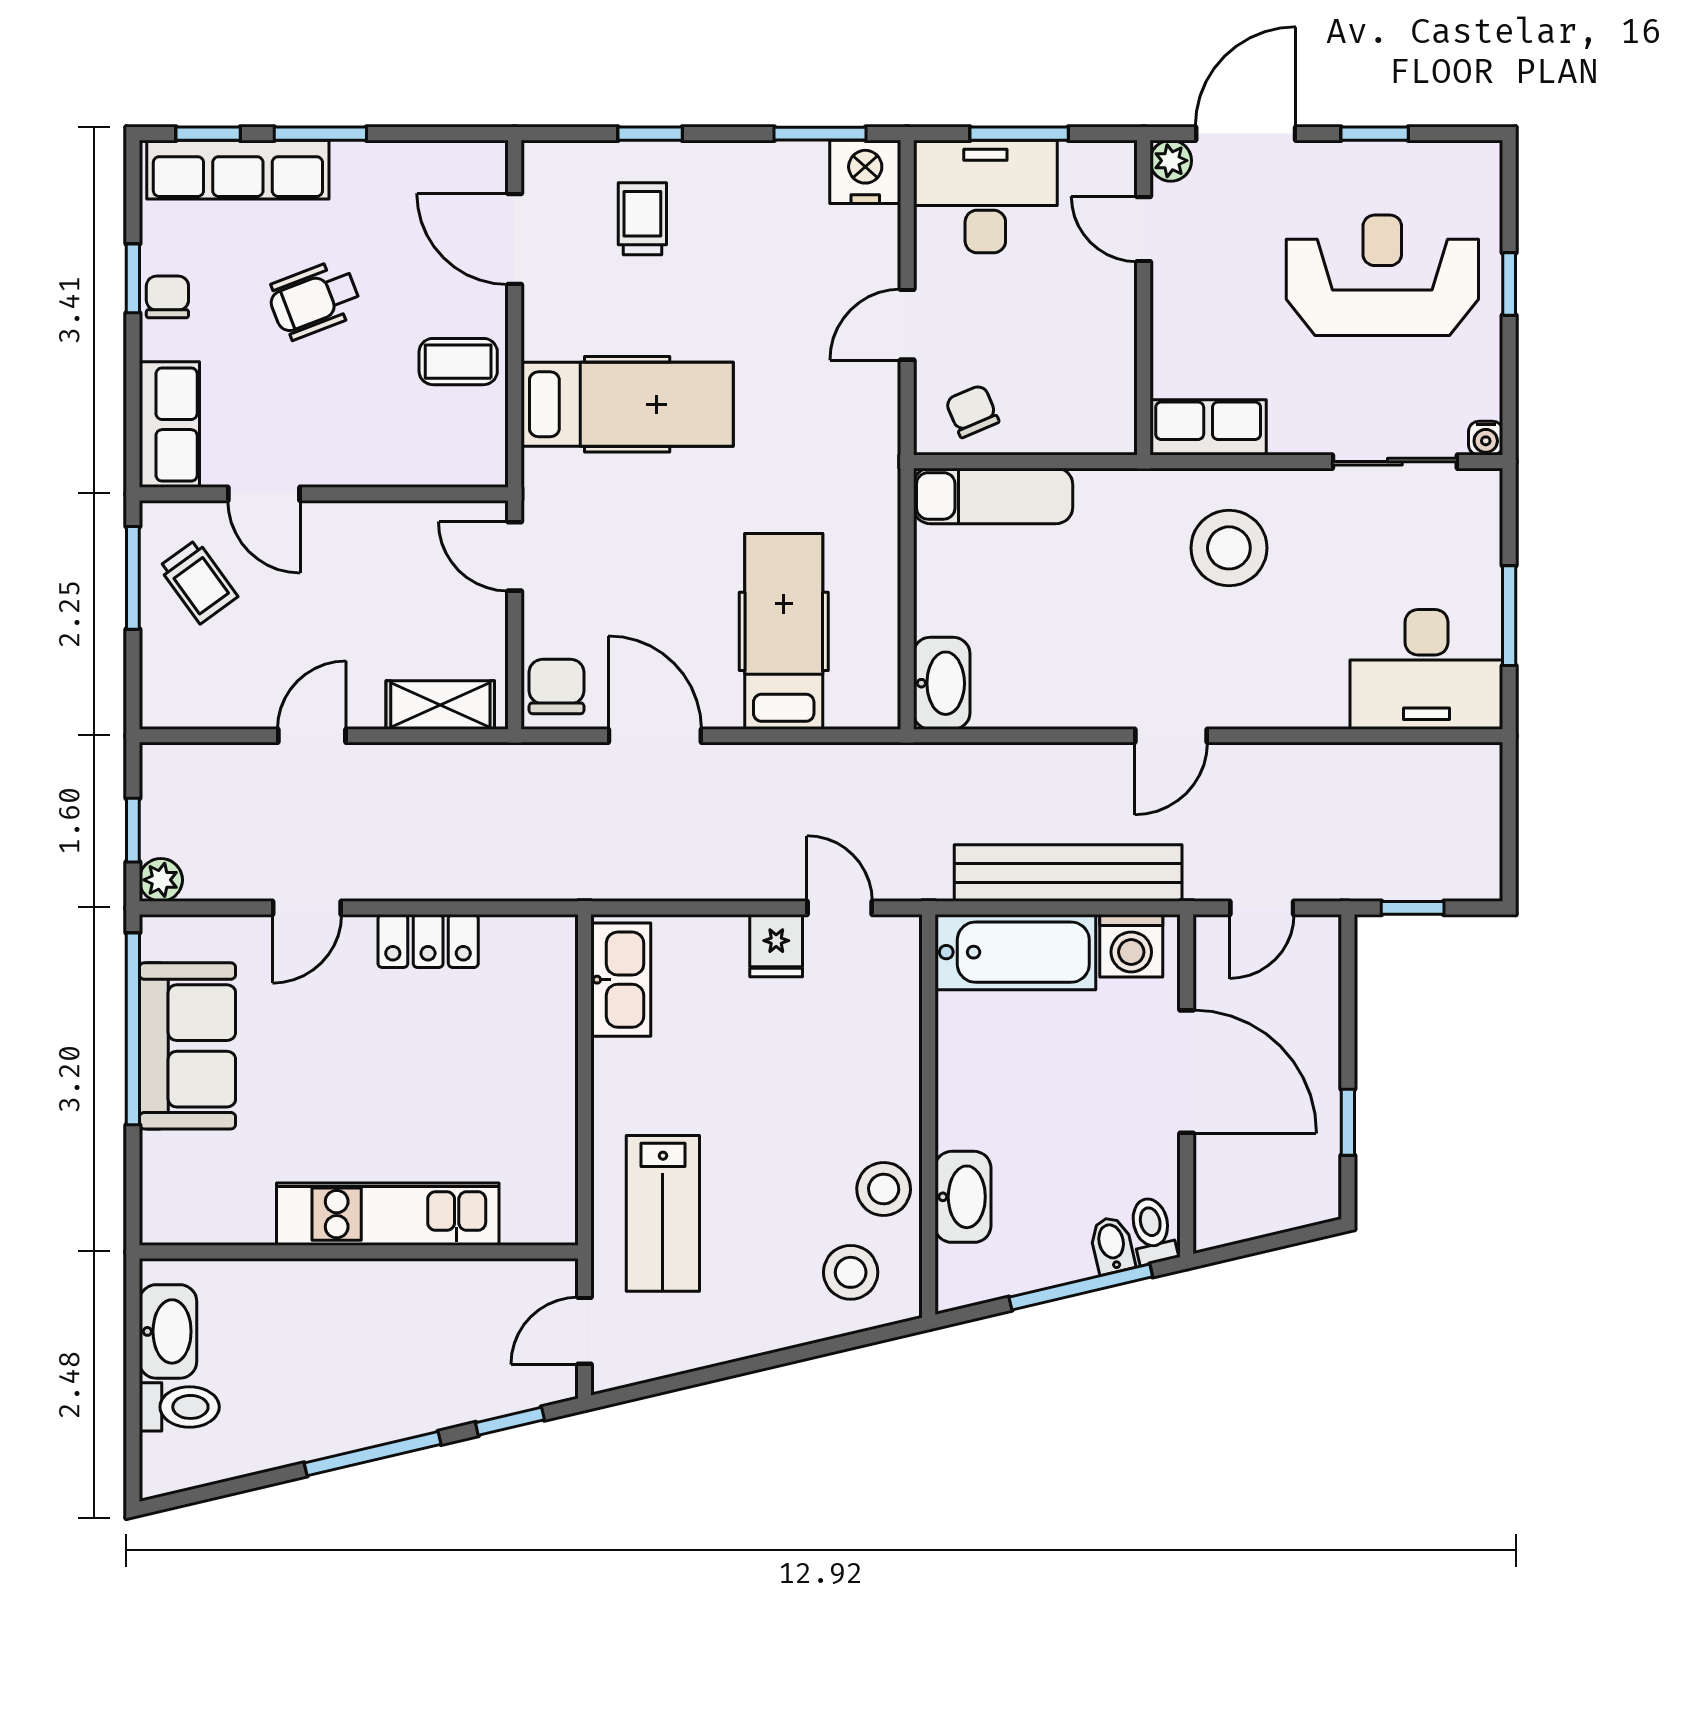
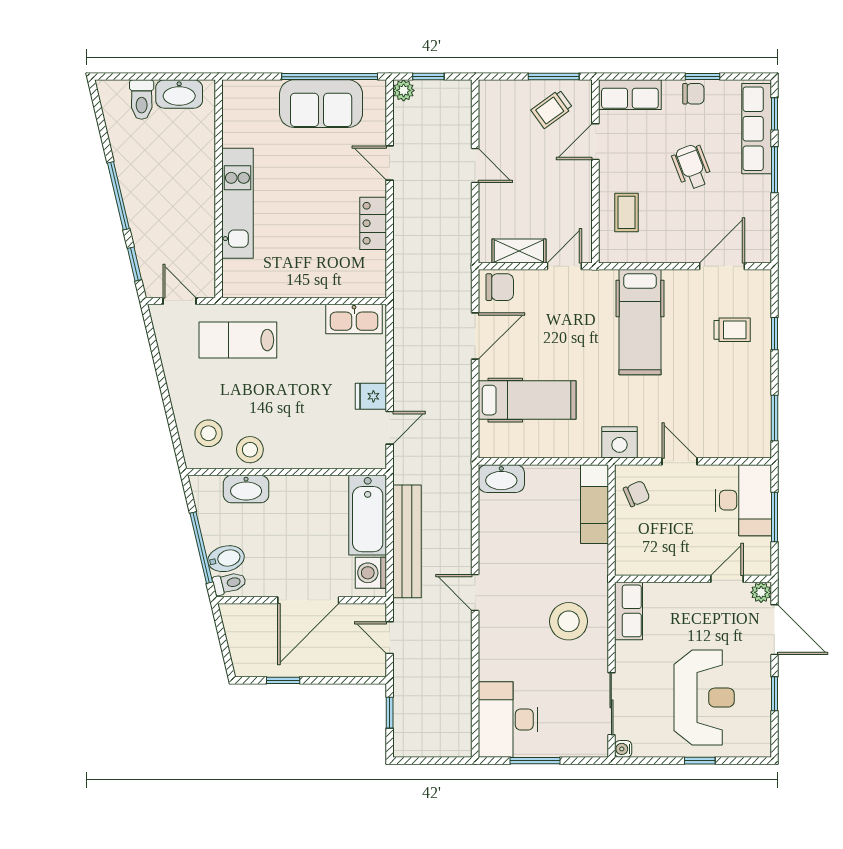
nightstand: (865, 172) -> (619, 442), moved, turned 90
coffee table: (458, 362) -> (627, 212), moved
shelving: (440, 705) -> (519, 251), moved, turned 90
bidet: (1112, 1245) -> (226, 559), width x1.38, depth x1.36

